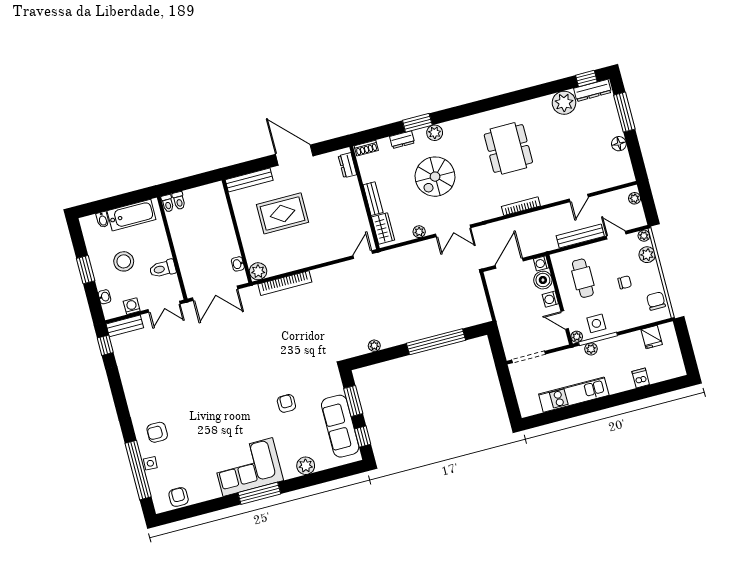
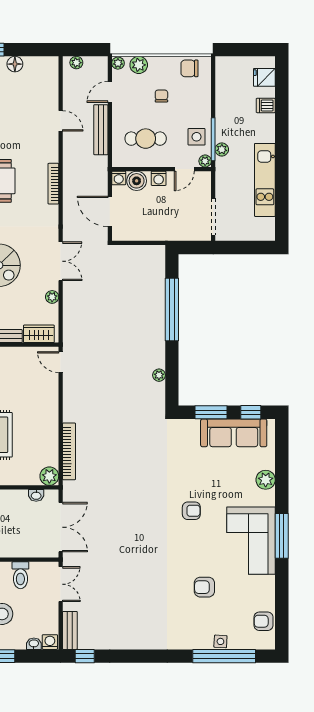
washing machine: (132, 306) -> (50, 642), moved, turned 90
fridge: (652, 337) -> (264, 77), moved, turned 180
armchair: (286, 403) -> (191, 511), moved, turned 180
armchair: (157, 432) -> (204, 587), moved, turned 90

